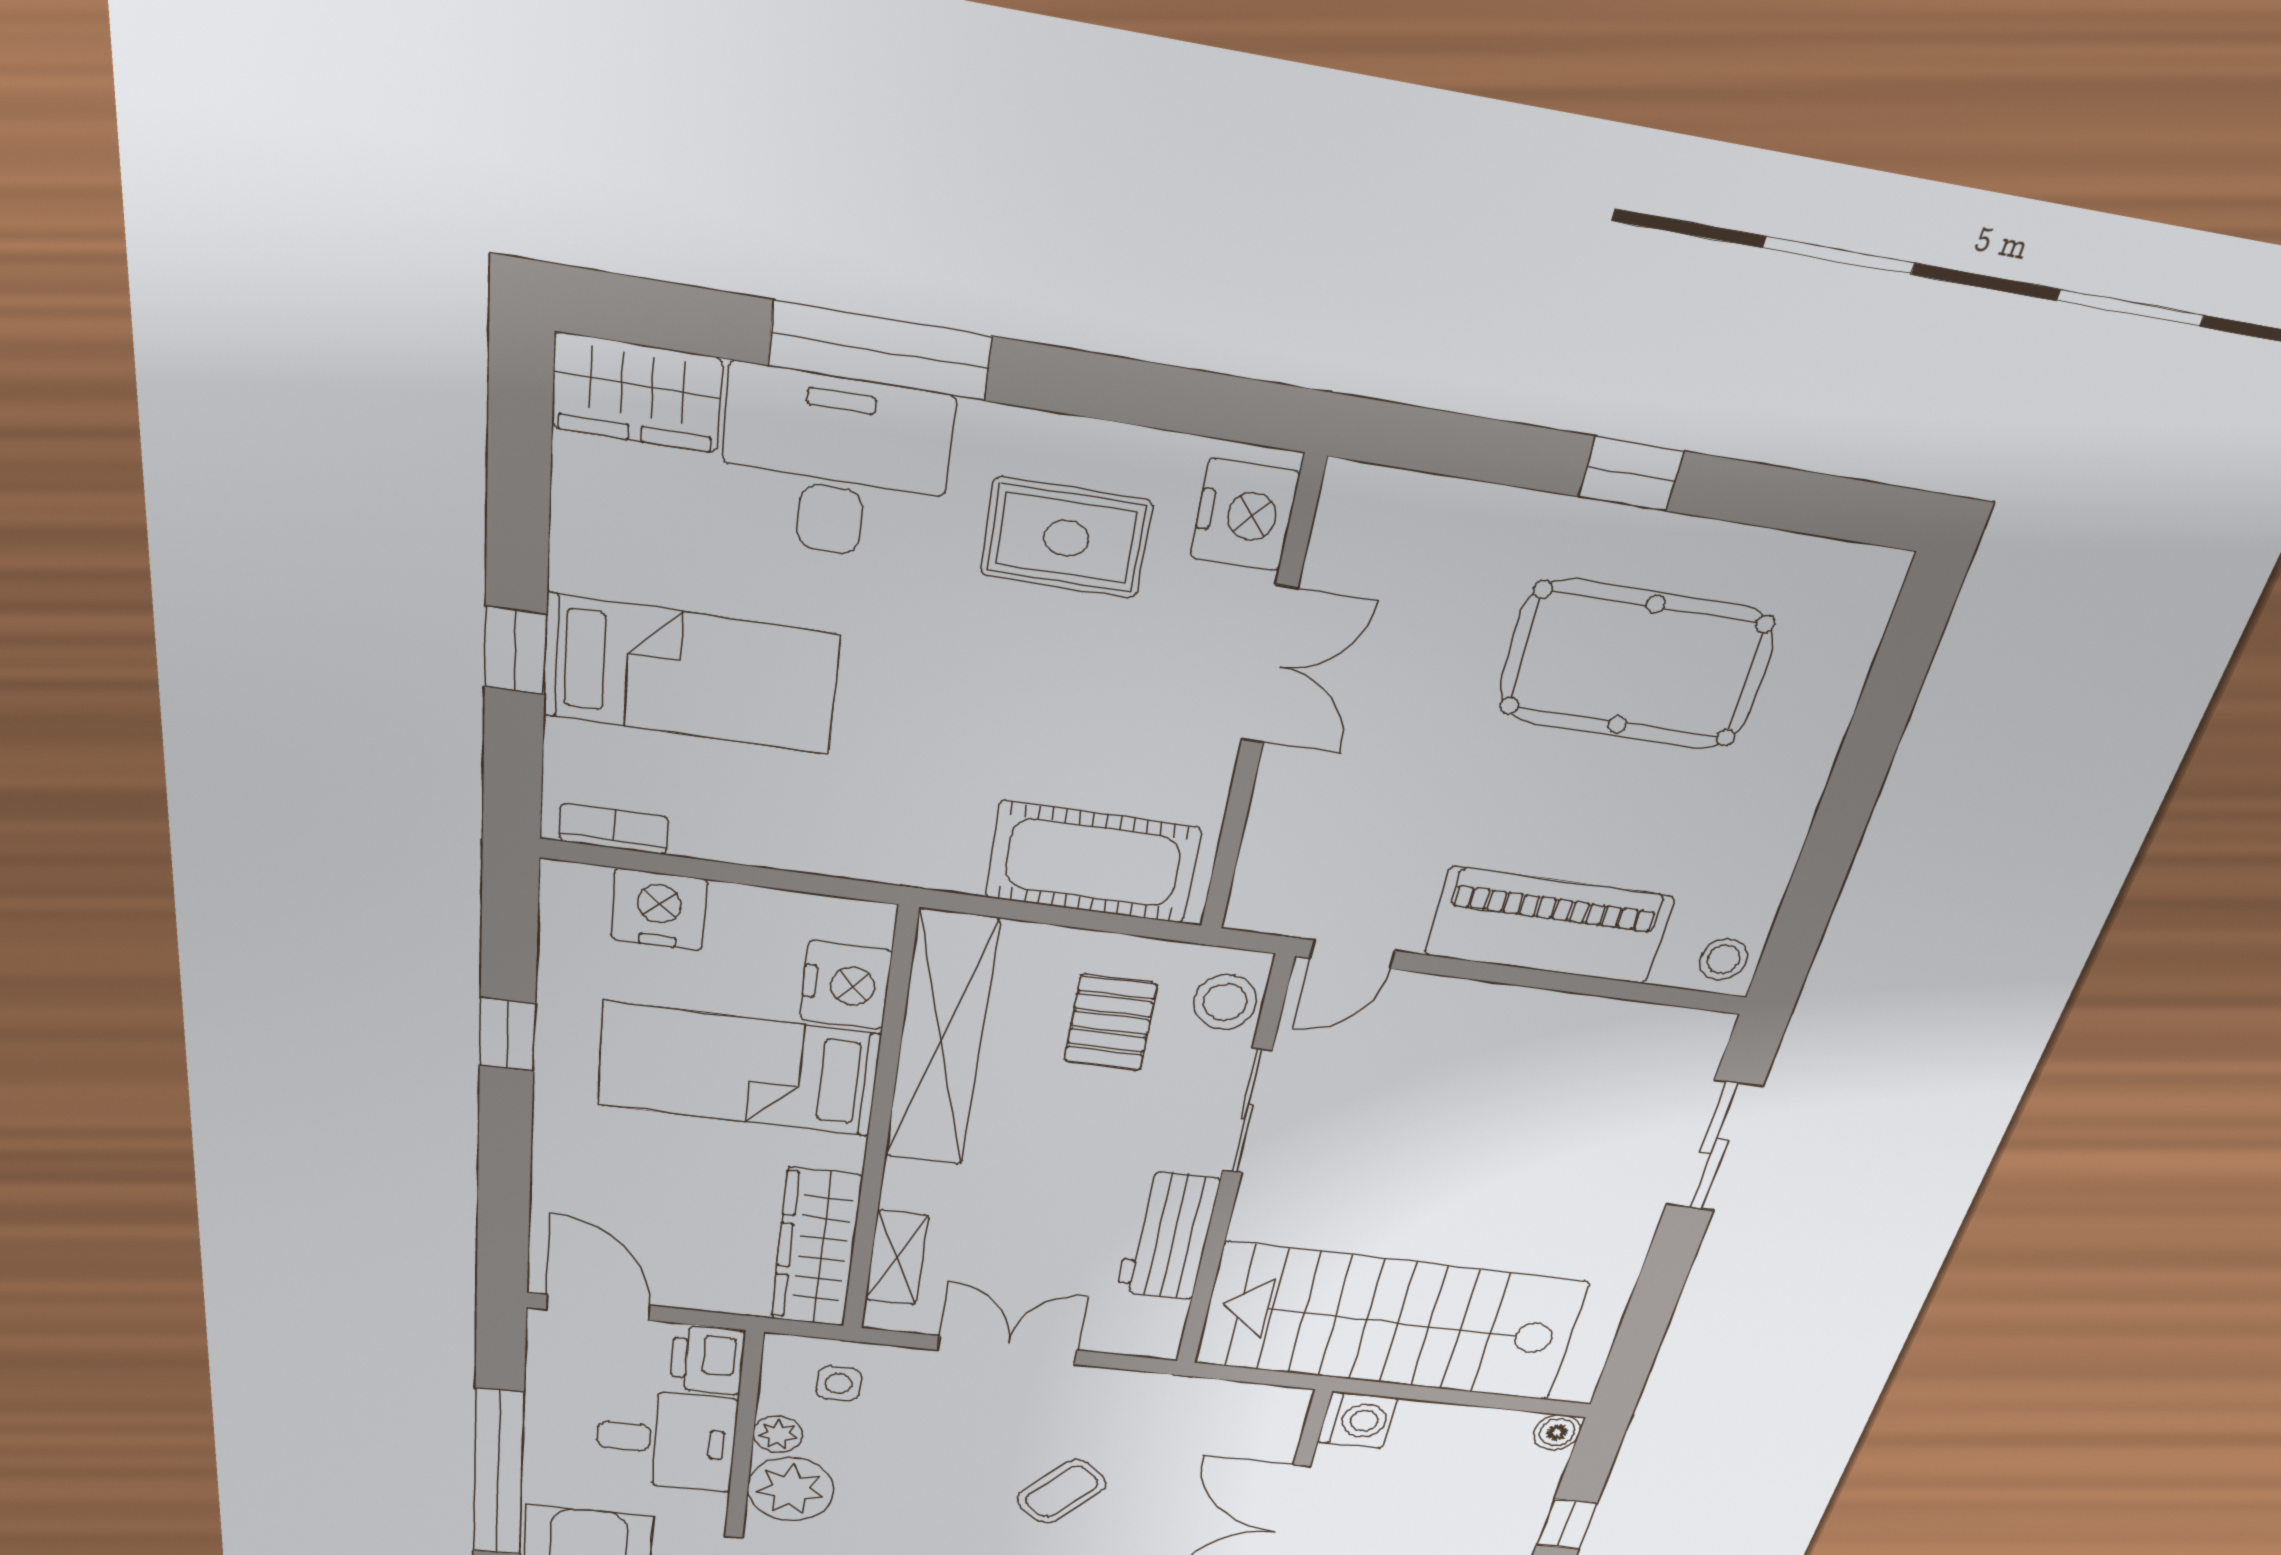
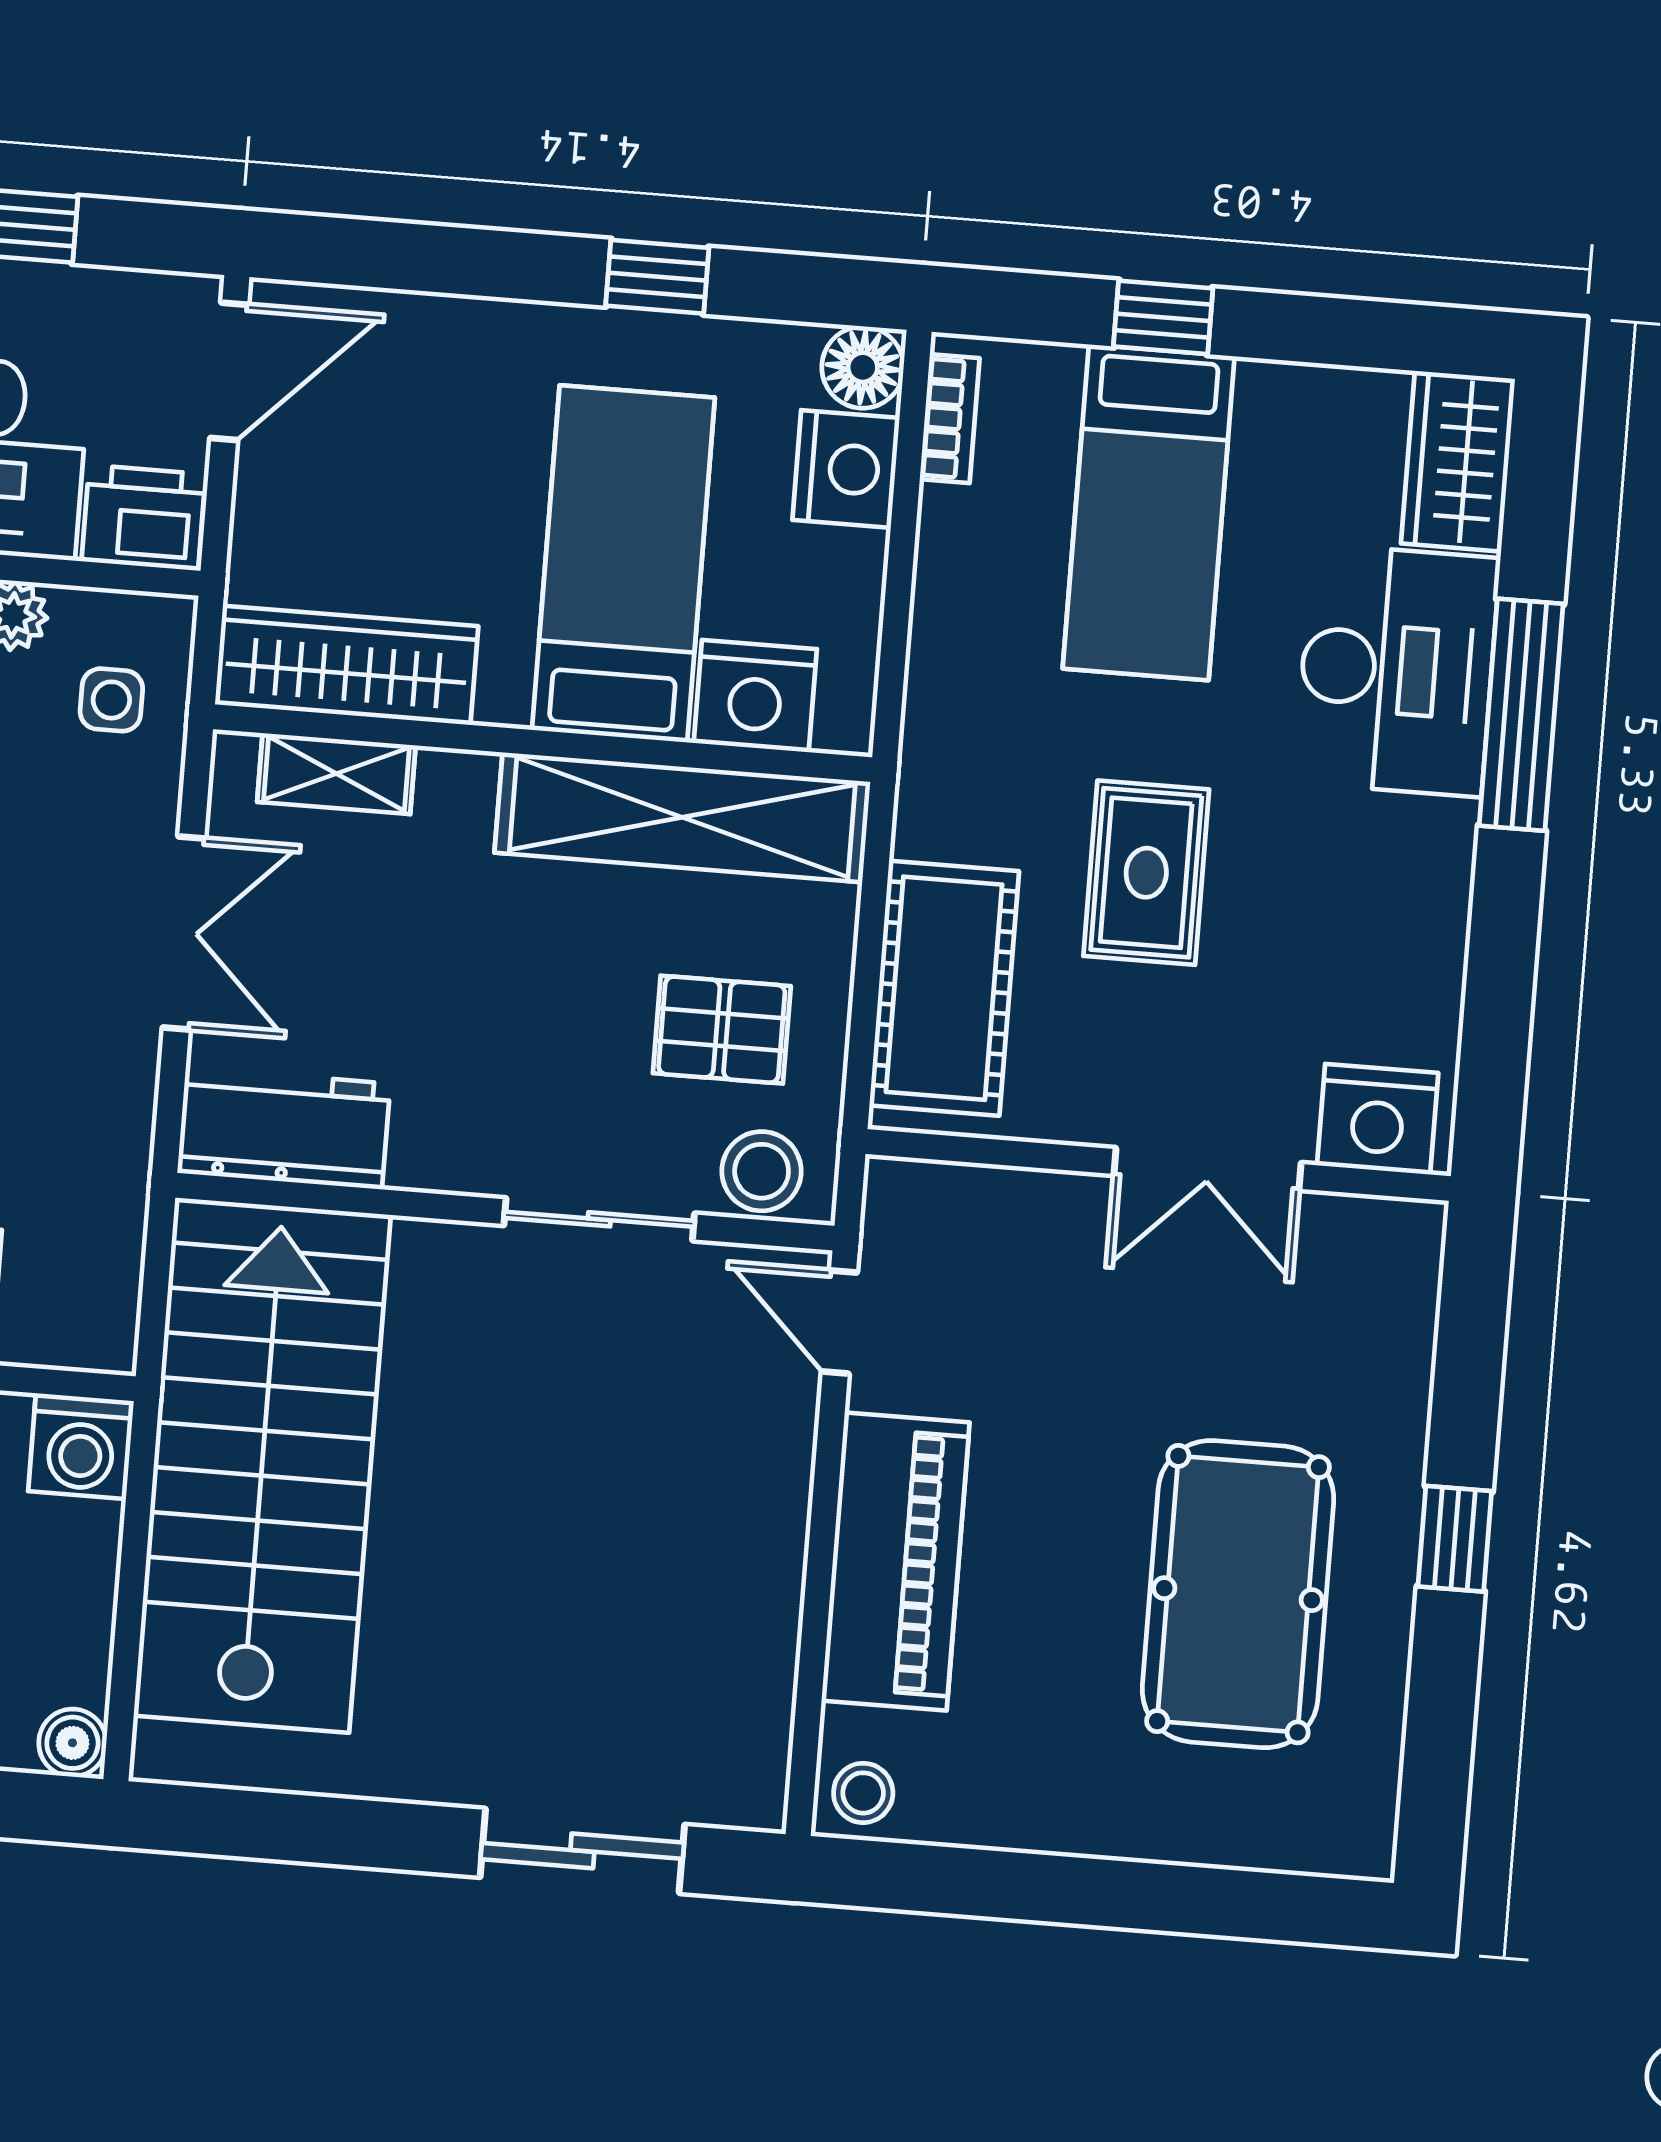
rug: (1066, 538) -> (1146, 873), moved
floor lamp: (573, 892) -> (863, 367), added
workbench: (1168, 1236) -> (284, 1128), moved

